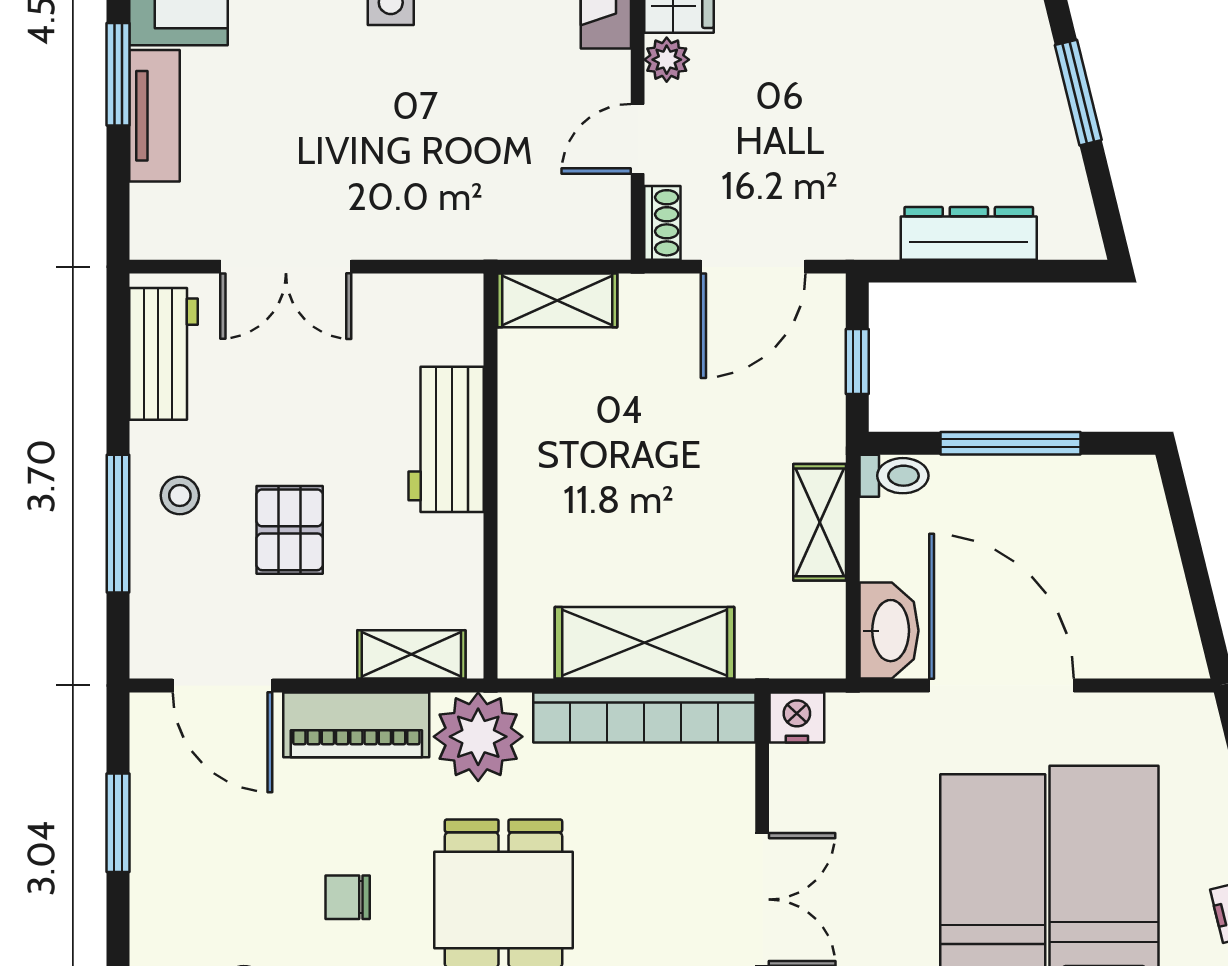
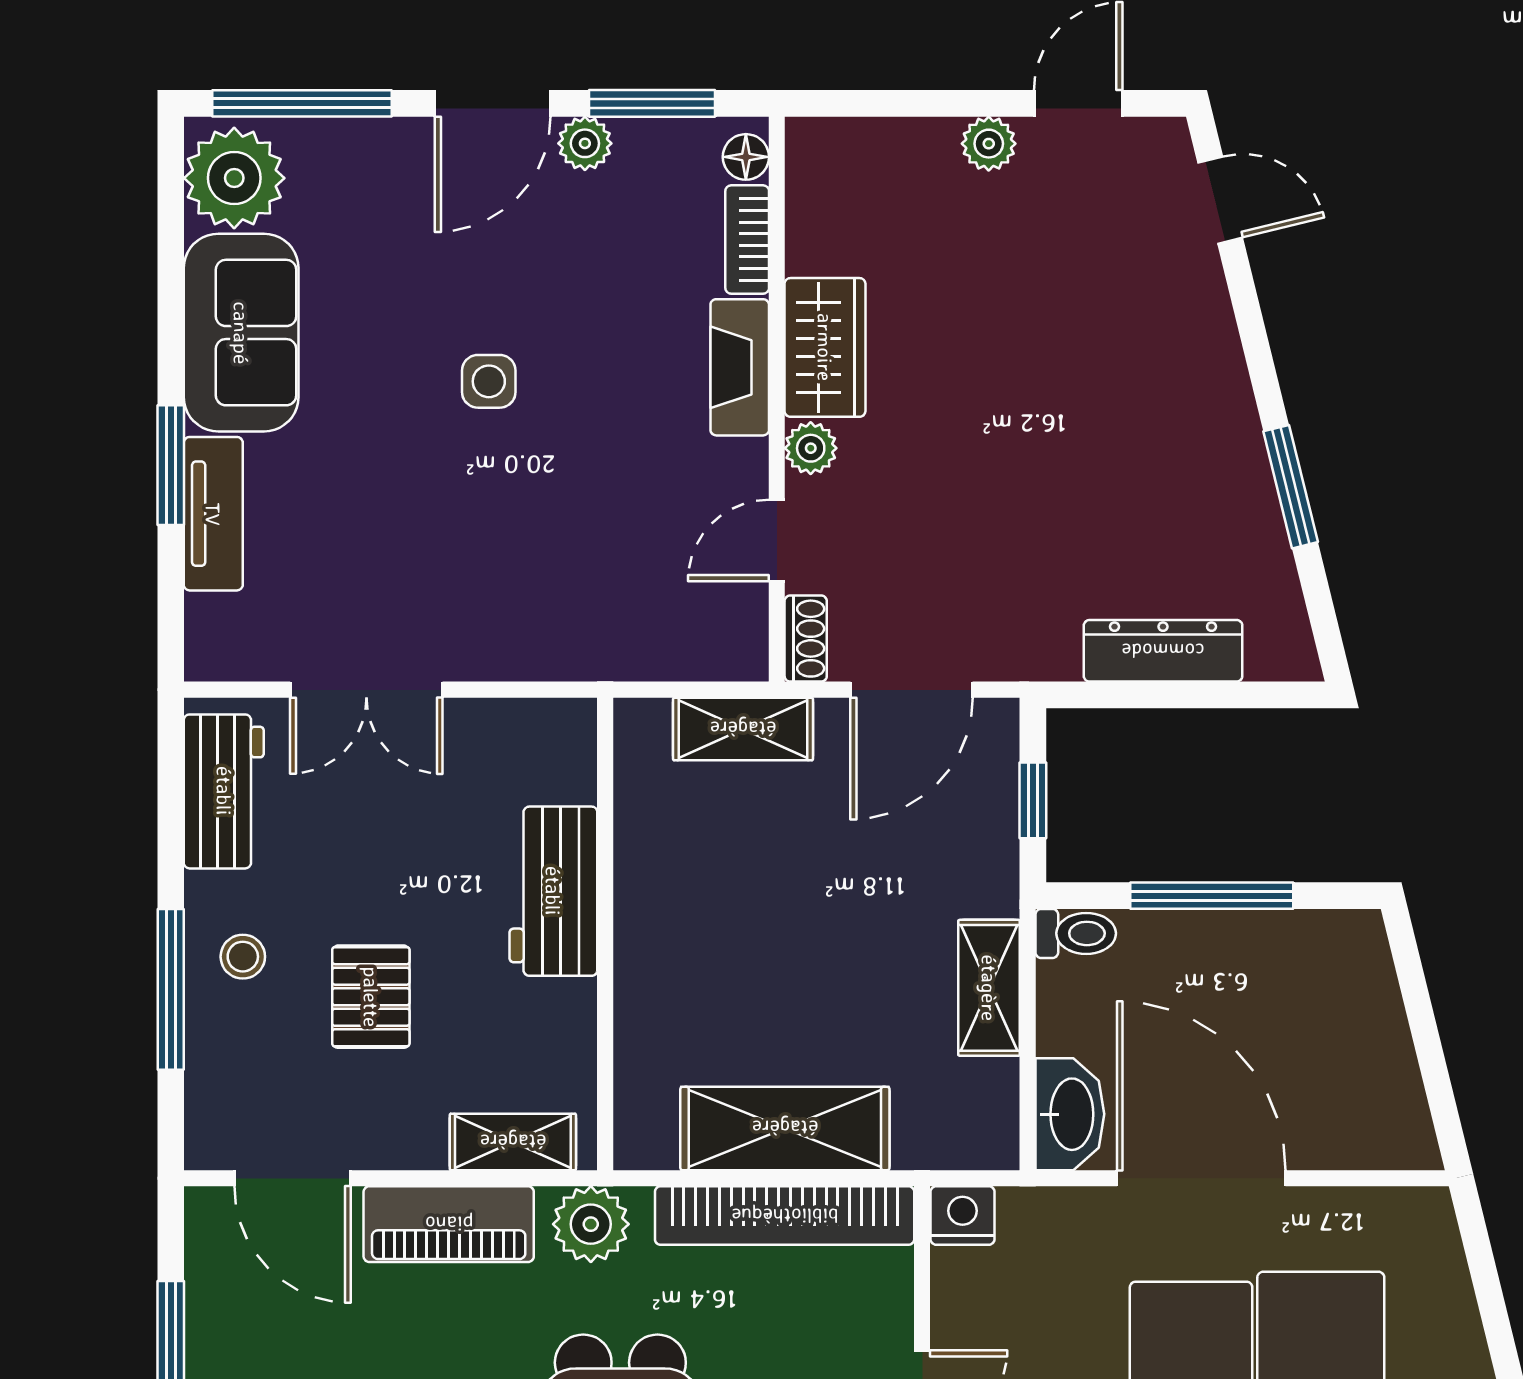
shelving: (557, 300) -> (743, 729), moved
plant: (478, 737) -> (591, 1224), width x0.73, depth x0.73

